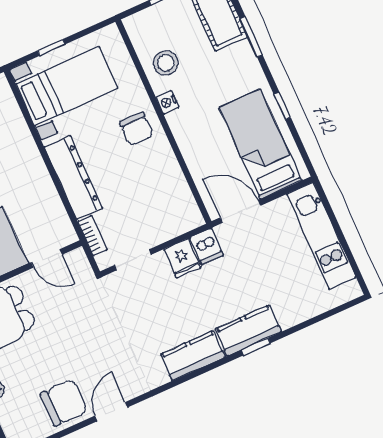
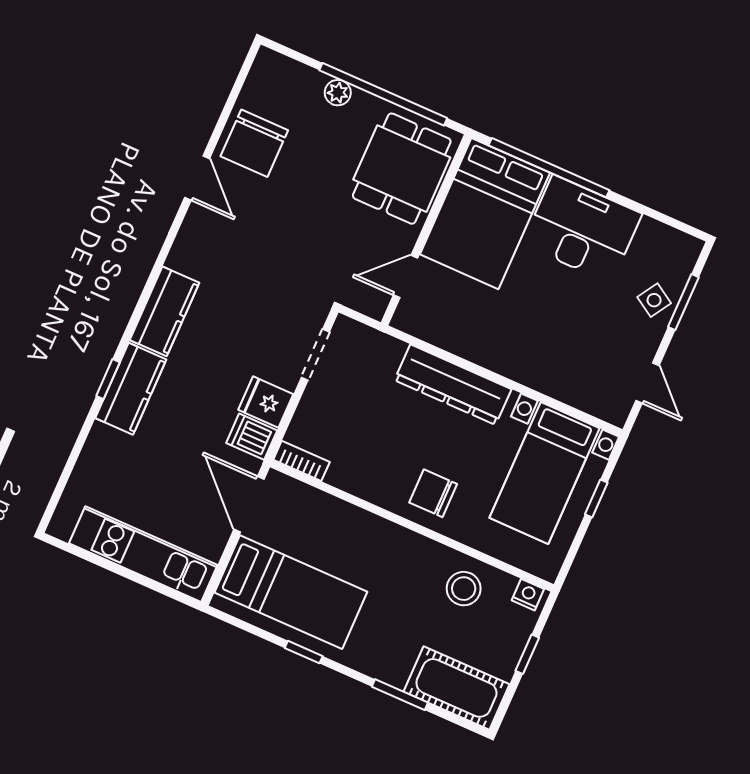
nightstand: (167, 102) -> (528, 595), moved
door: (240, 212) -> (249, 504), swing flipped
bookcase: (92, 236) -> (301, 461), moved, turned 180

